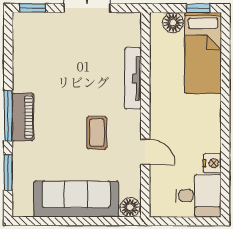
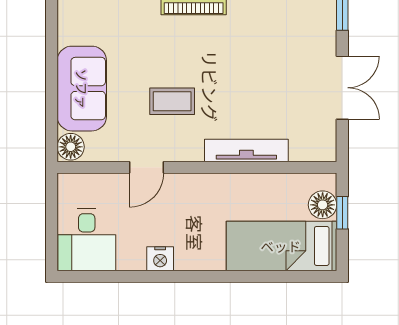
window: (198, 8) -> (342, 213), moved
nightstand: (212, 163) -> (160, 259), moved
sofa: (76, 199) -> (82, 89), width x0.73

